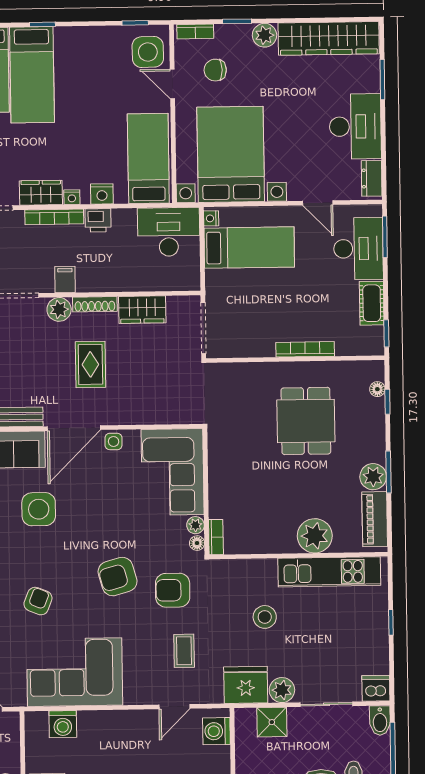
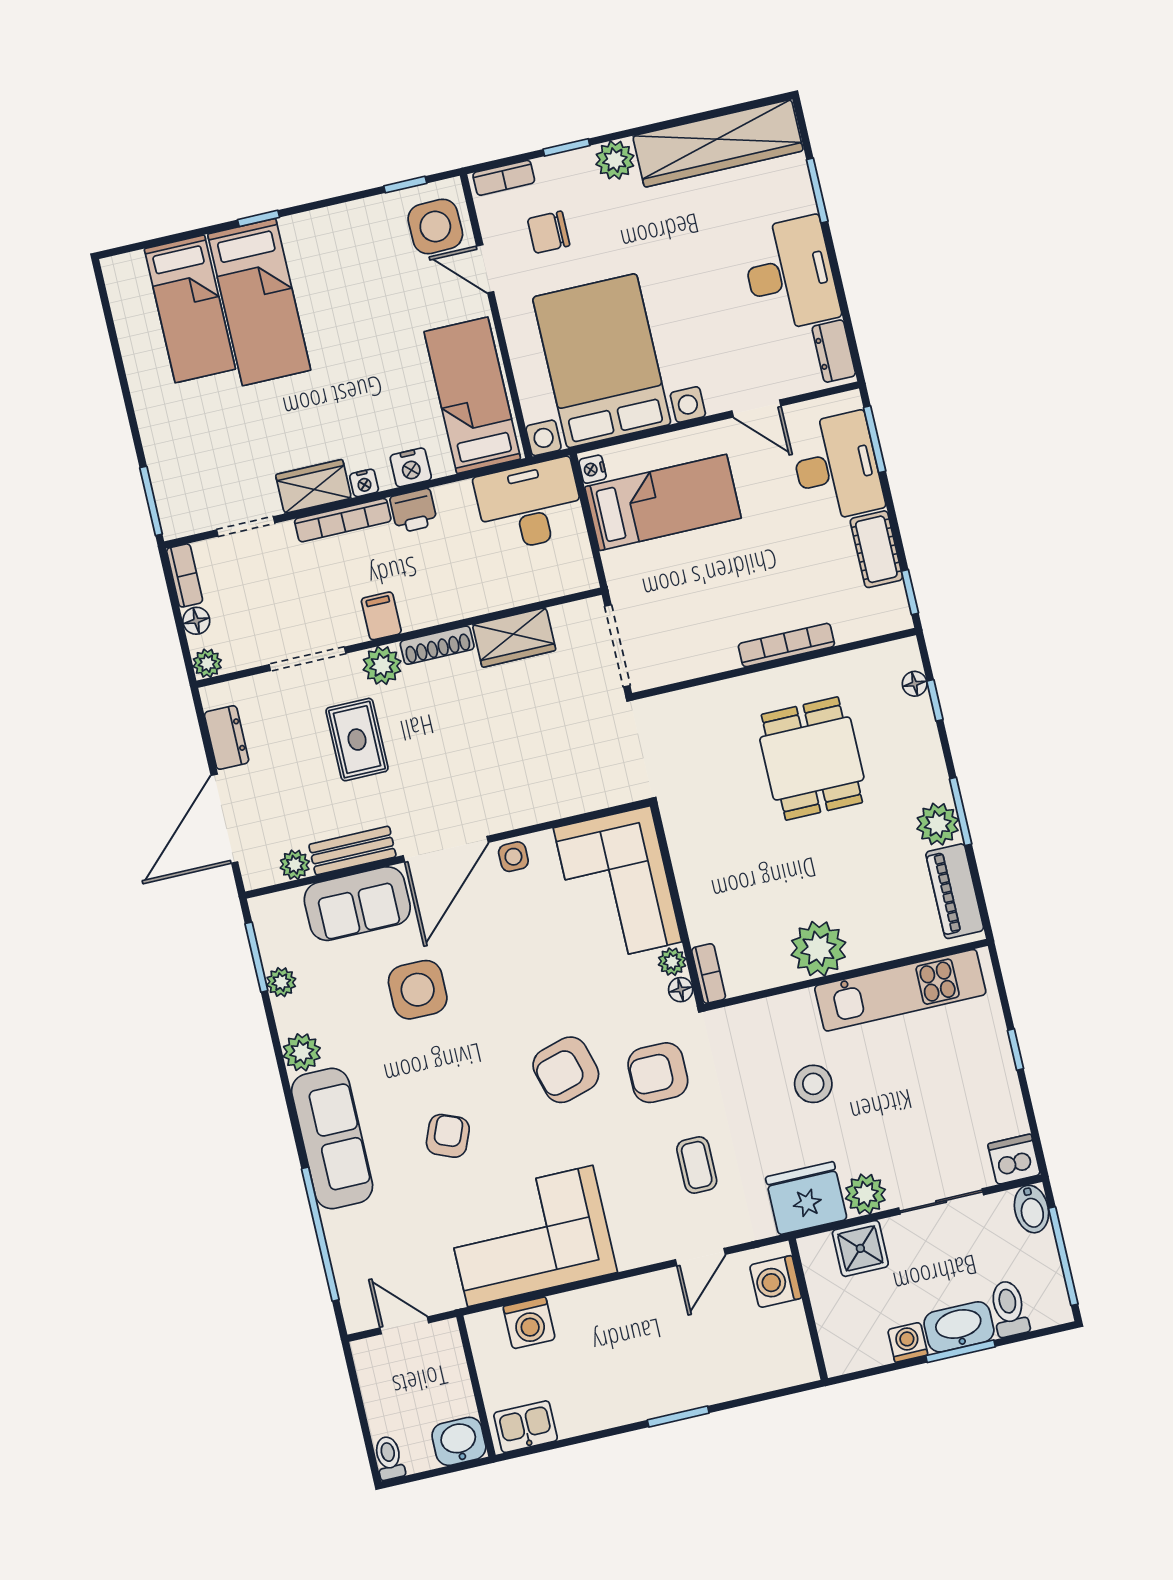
rug: (90, 364) -> (357, 740), moved
plant: (315, 536) -> (818, 949), moved

